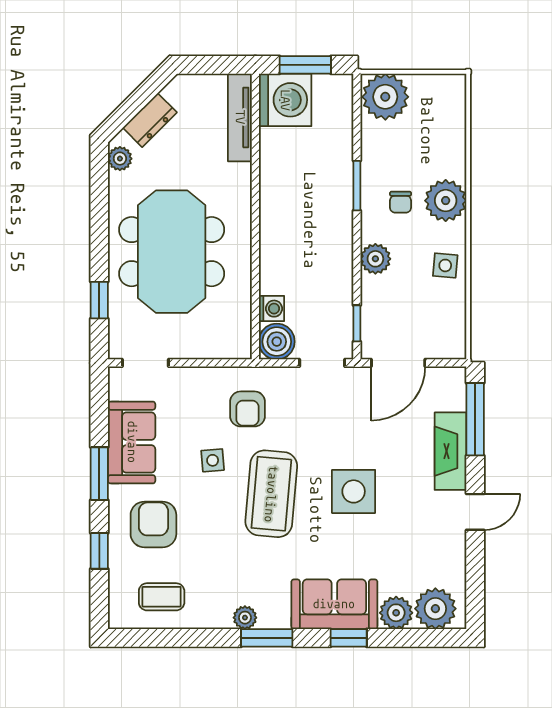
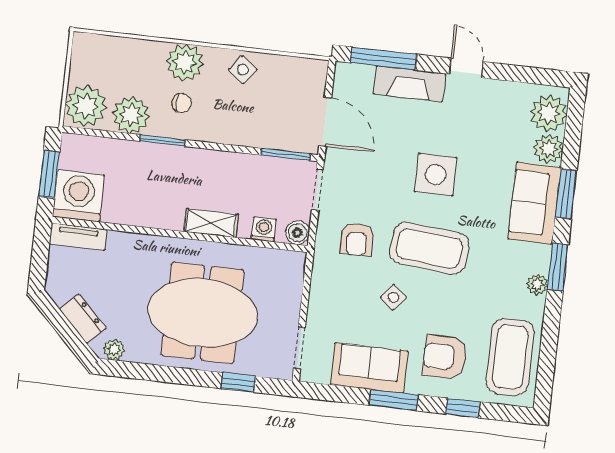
tv unit: (240, 117) -> (78, 237), width x0.71
shelving: (272, 250) -> (211, 223), added
plant: (375, 259) -> (131, 115), moved, width x1.36, depth x1.36
side table: (445, 265) -> (243, 70), turned 33
window: (357, 323) -> (286, 155), width x1.50
boiler: (277, 342) -> (297, 233), width x0.73, depth x0.73
armchair: (248, 409) -> (357, 239), moved, turned 90
side table: (213, 460) -> (393, 297), turned 45
coffee table: (162, 597) -> (510, 357), width x1.86, depth x1.72
window: (349, 638) -> (566, 194), width x1.50

